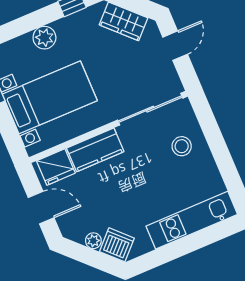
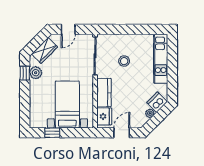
plant: (44, 38) -> (36, 73), moved
door: (175, 46) -> (68, 29), swing flipped
stool: (182, 146) -> (124, 61), moved

